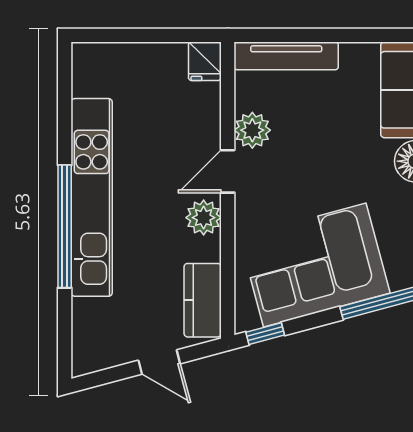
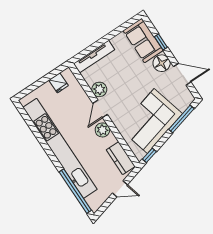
fridge: (205, 61) -> (59, 83), moved
kitchen unit: (92, 197) -> (60, 148), width x1.36
window: (65, 226) -> (75, 191), moved

